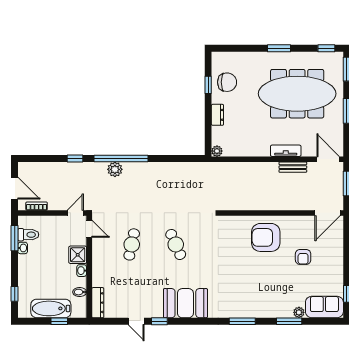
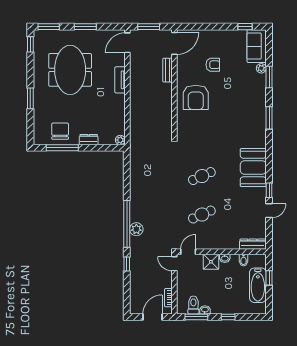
window: (279, 48) -> (30, 98), moved
window: (208, 85) -> (62, 148), width x2.17
meeting table: (297, 94) -> (70, 70), width x0.73
bench: (293, 167) -> (167, 70), moved
door: (327, 213) -> (174, 43), hinge flipped
cafe table: (132, 244) -> (202, 215), turned -36
window: (15, 294) -> (228, 317), moved

